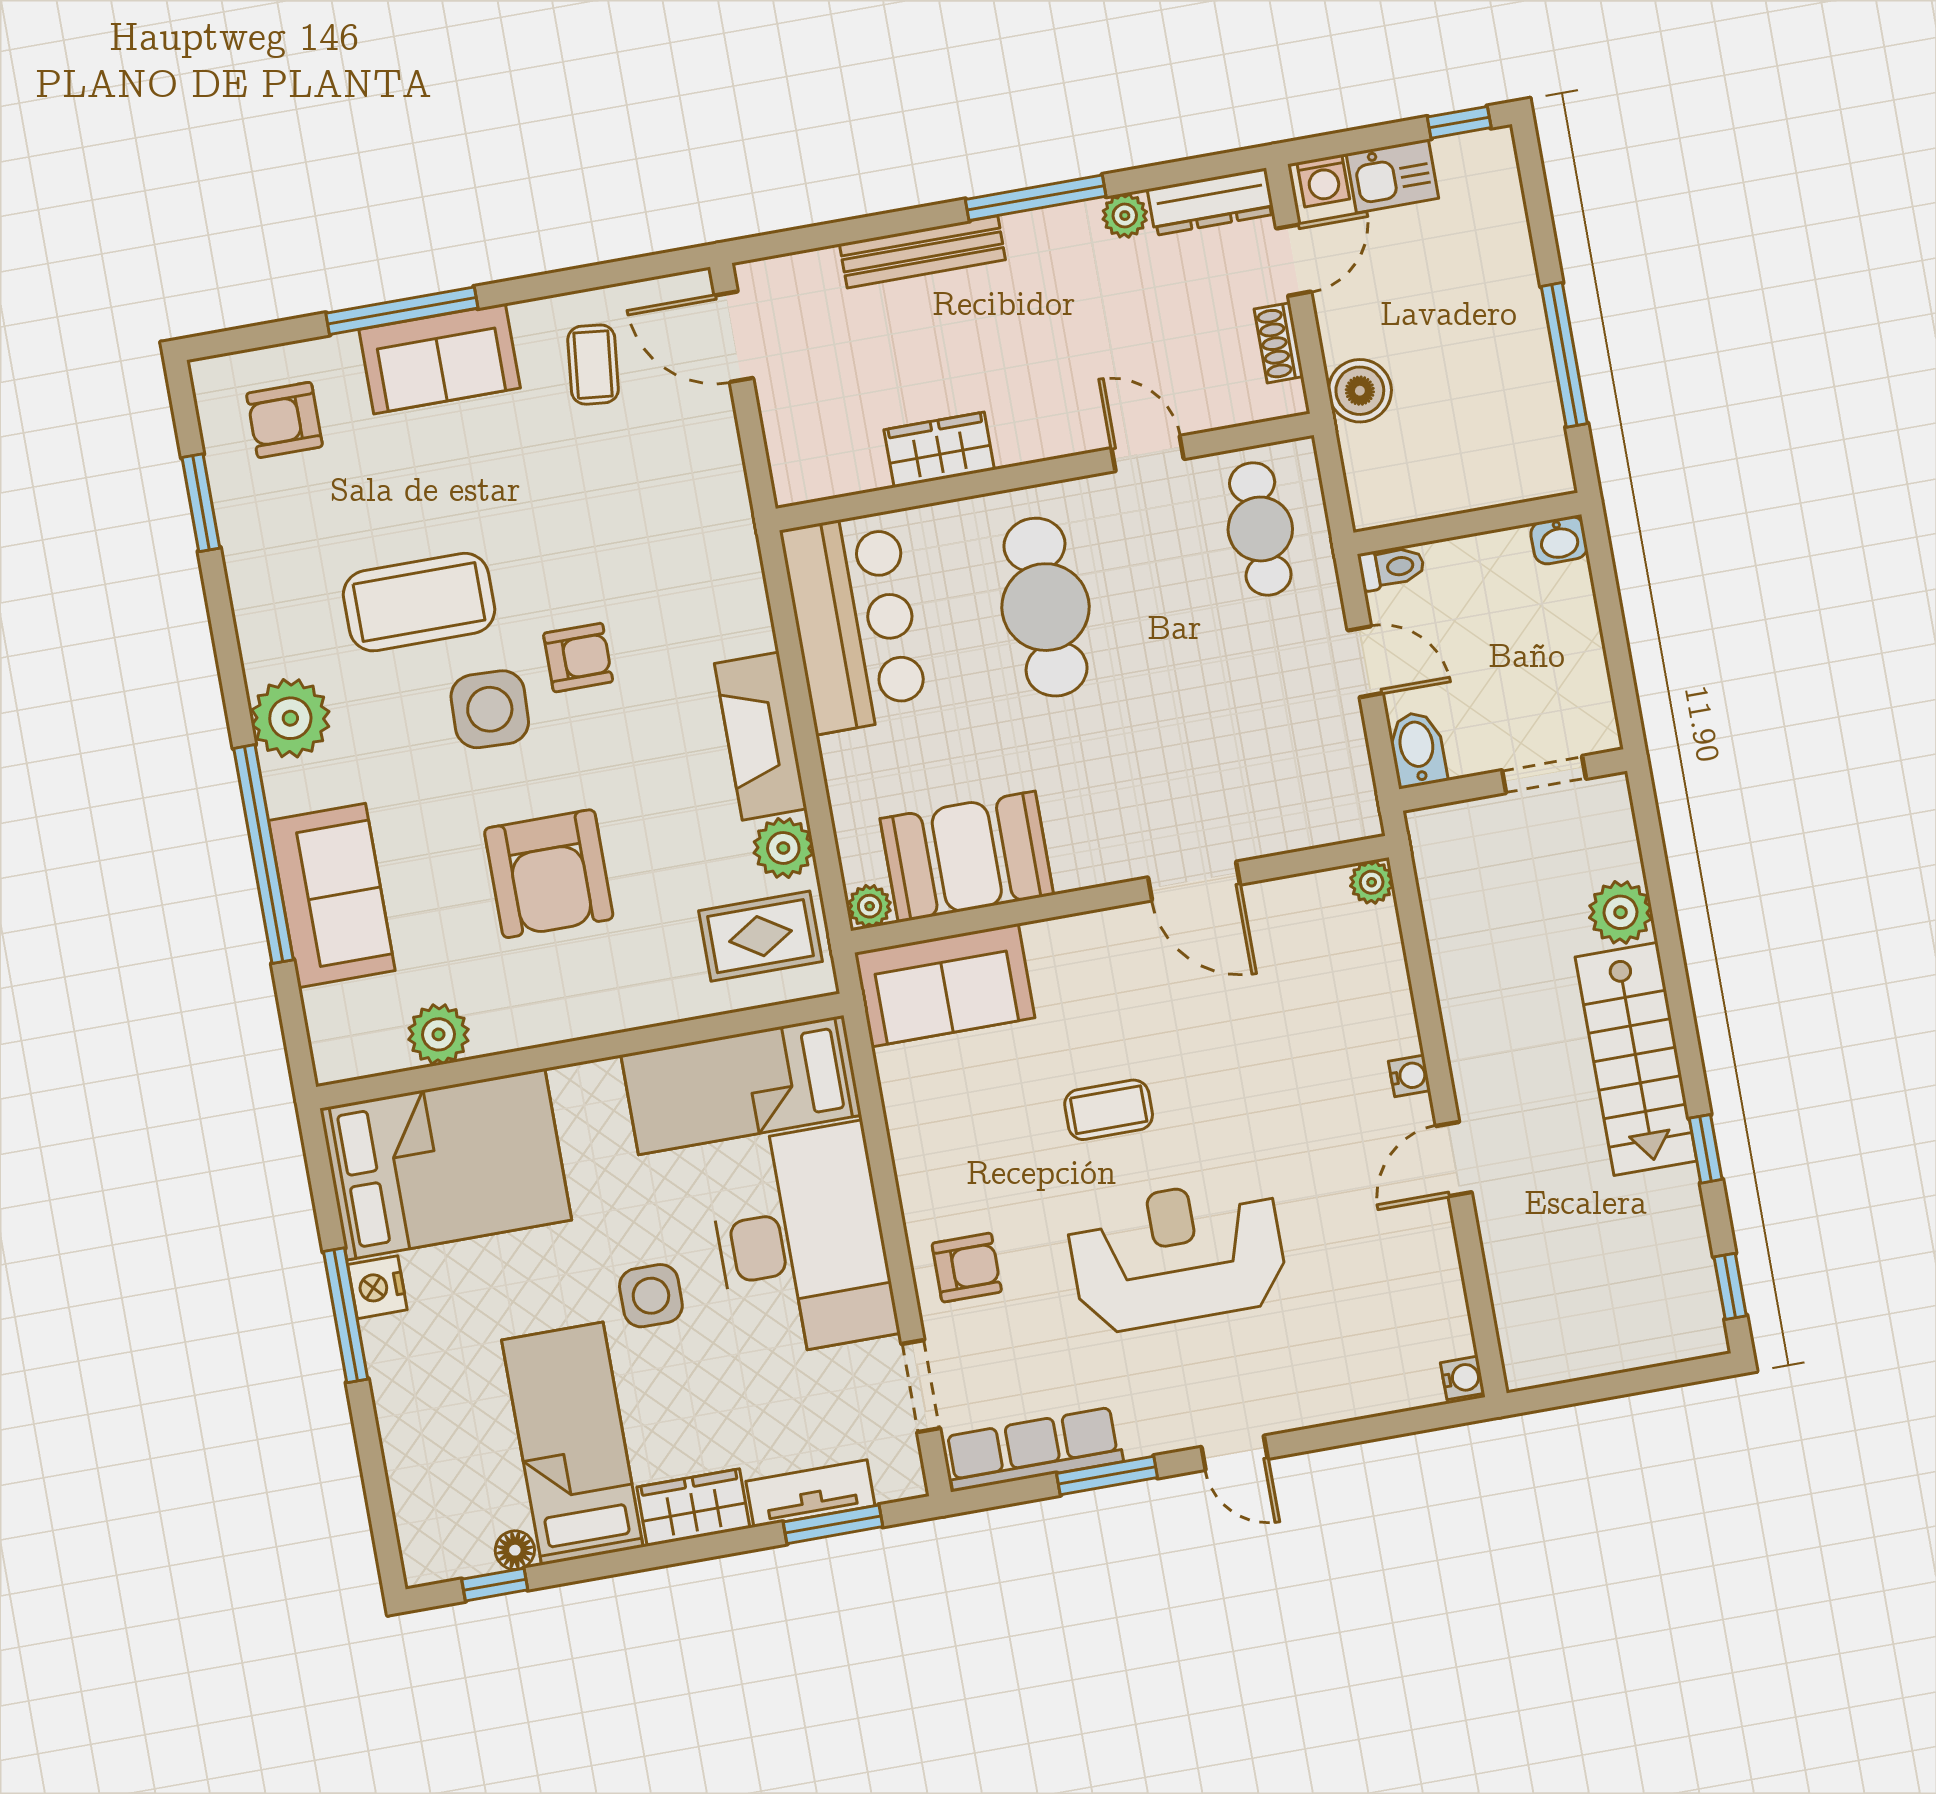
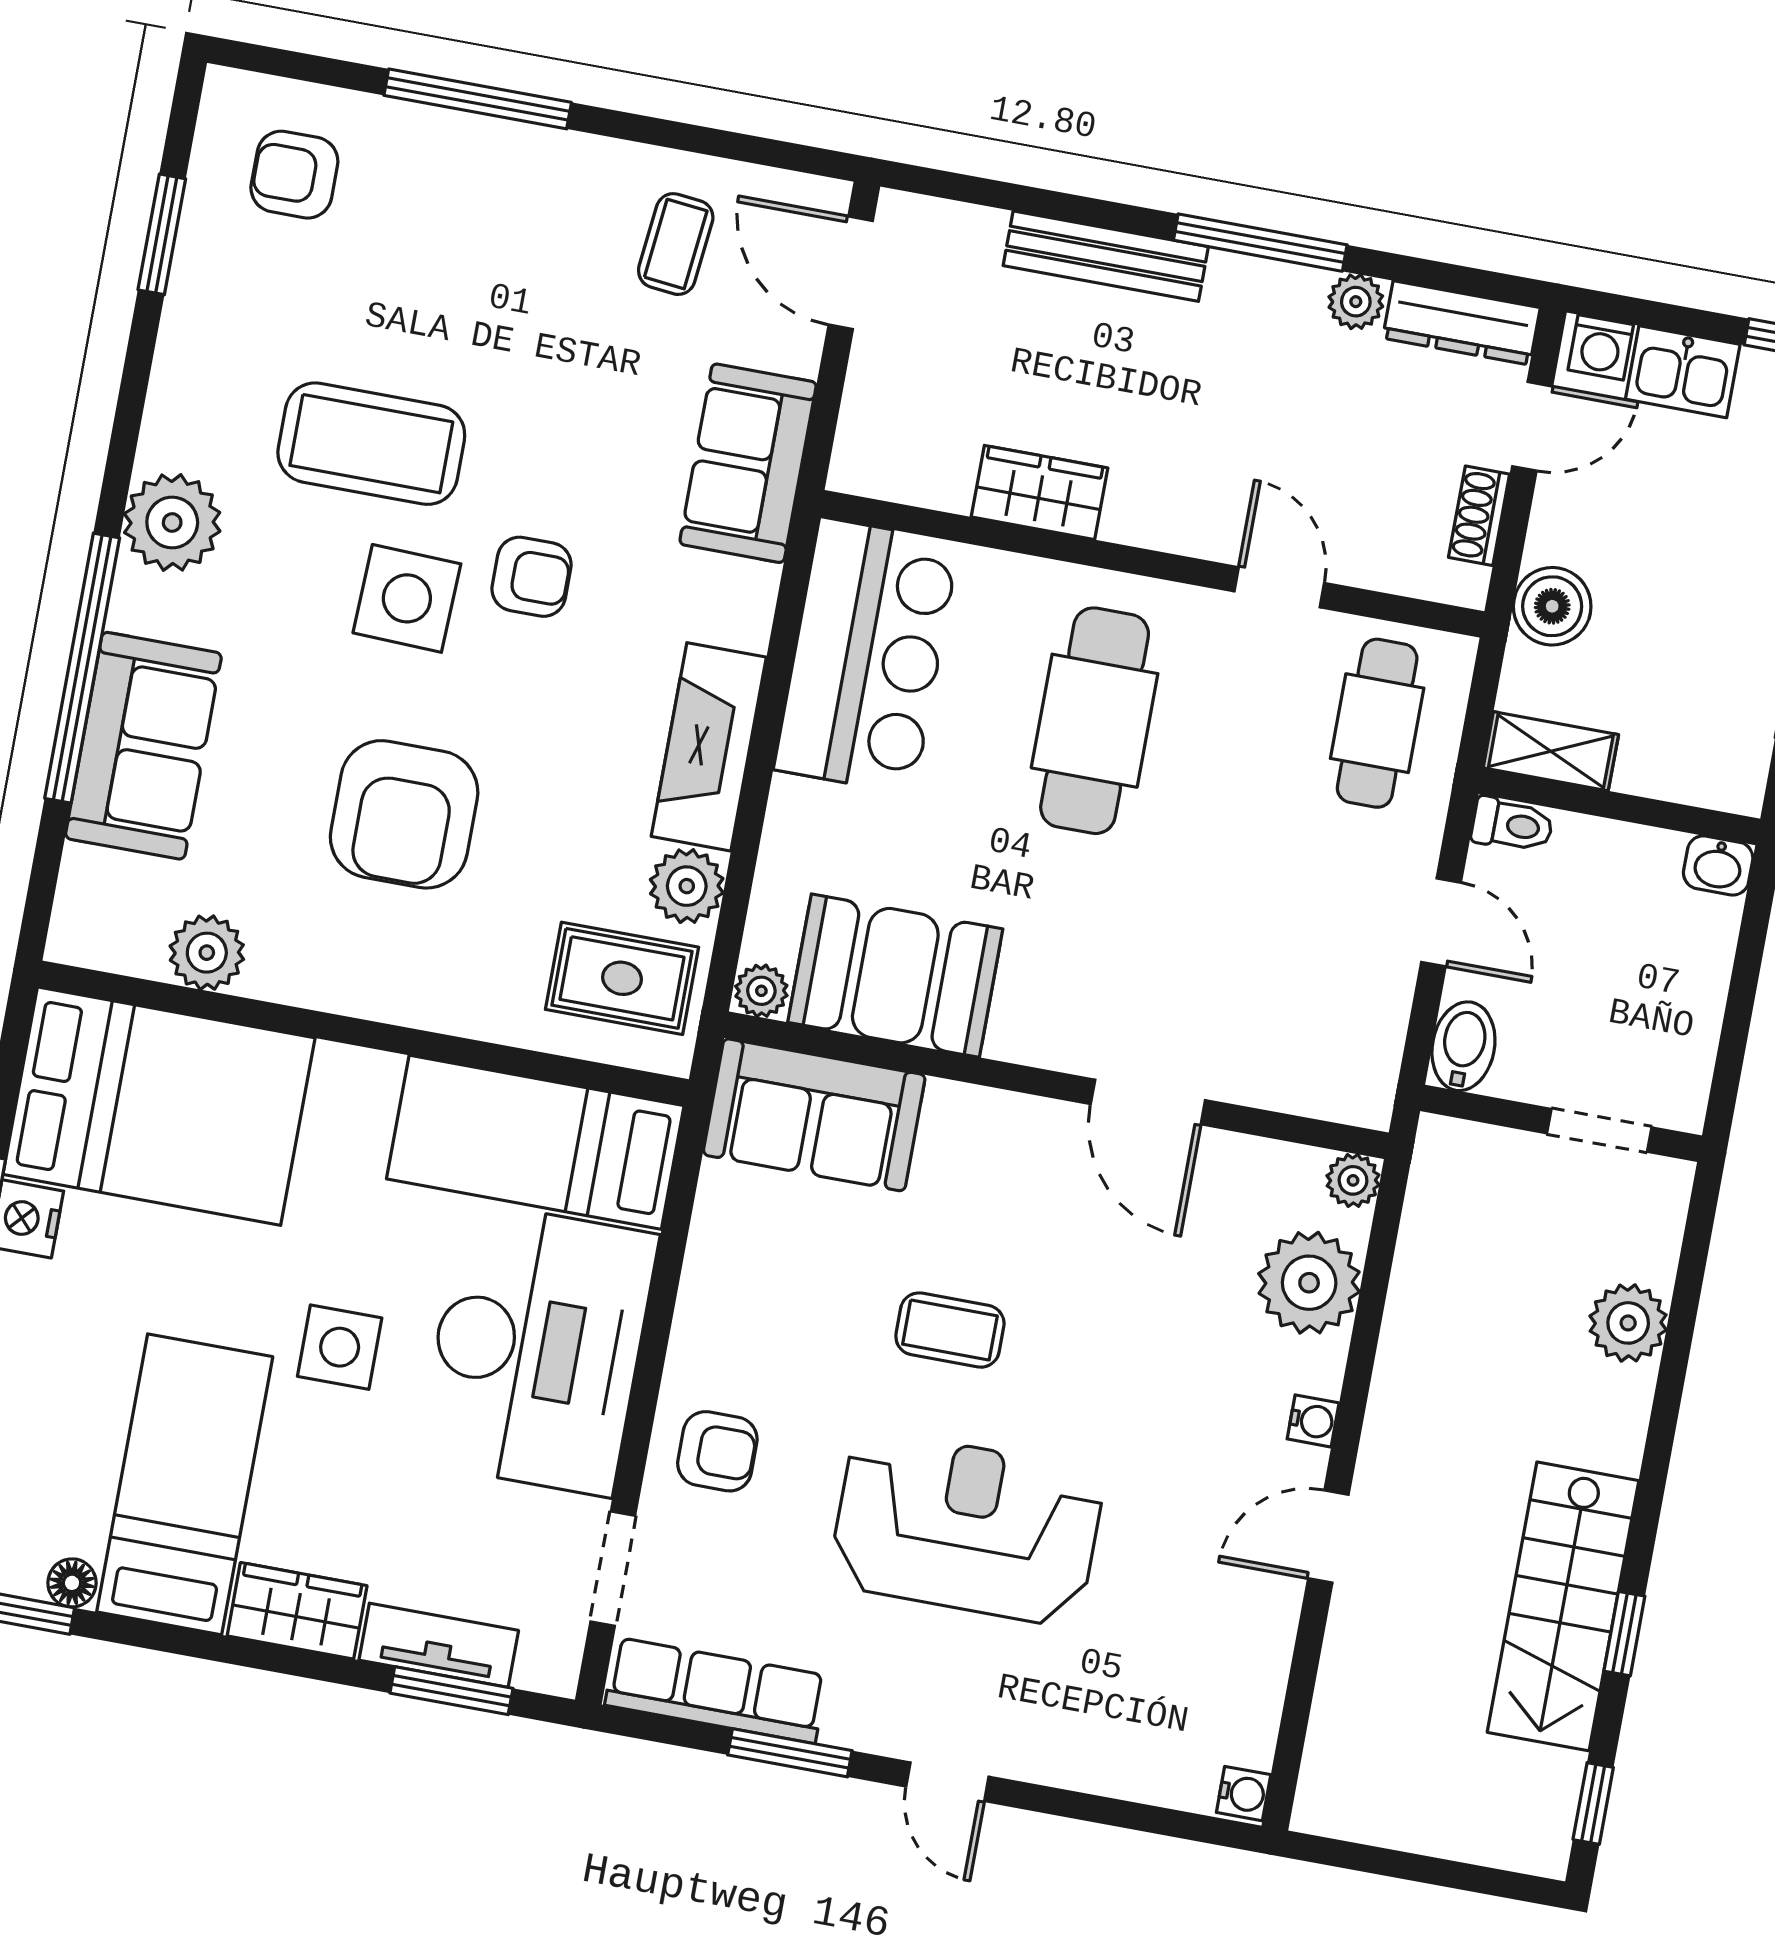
sofa: (440, 359) -> (748, 463), moved, turned 90
shelving: (1400, 501) -> (1551, 751), added
plant: (1367, 972) -> (1309, 1283), added
stairs: (1636, 1059) -> (1563, 1606), moved

